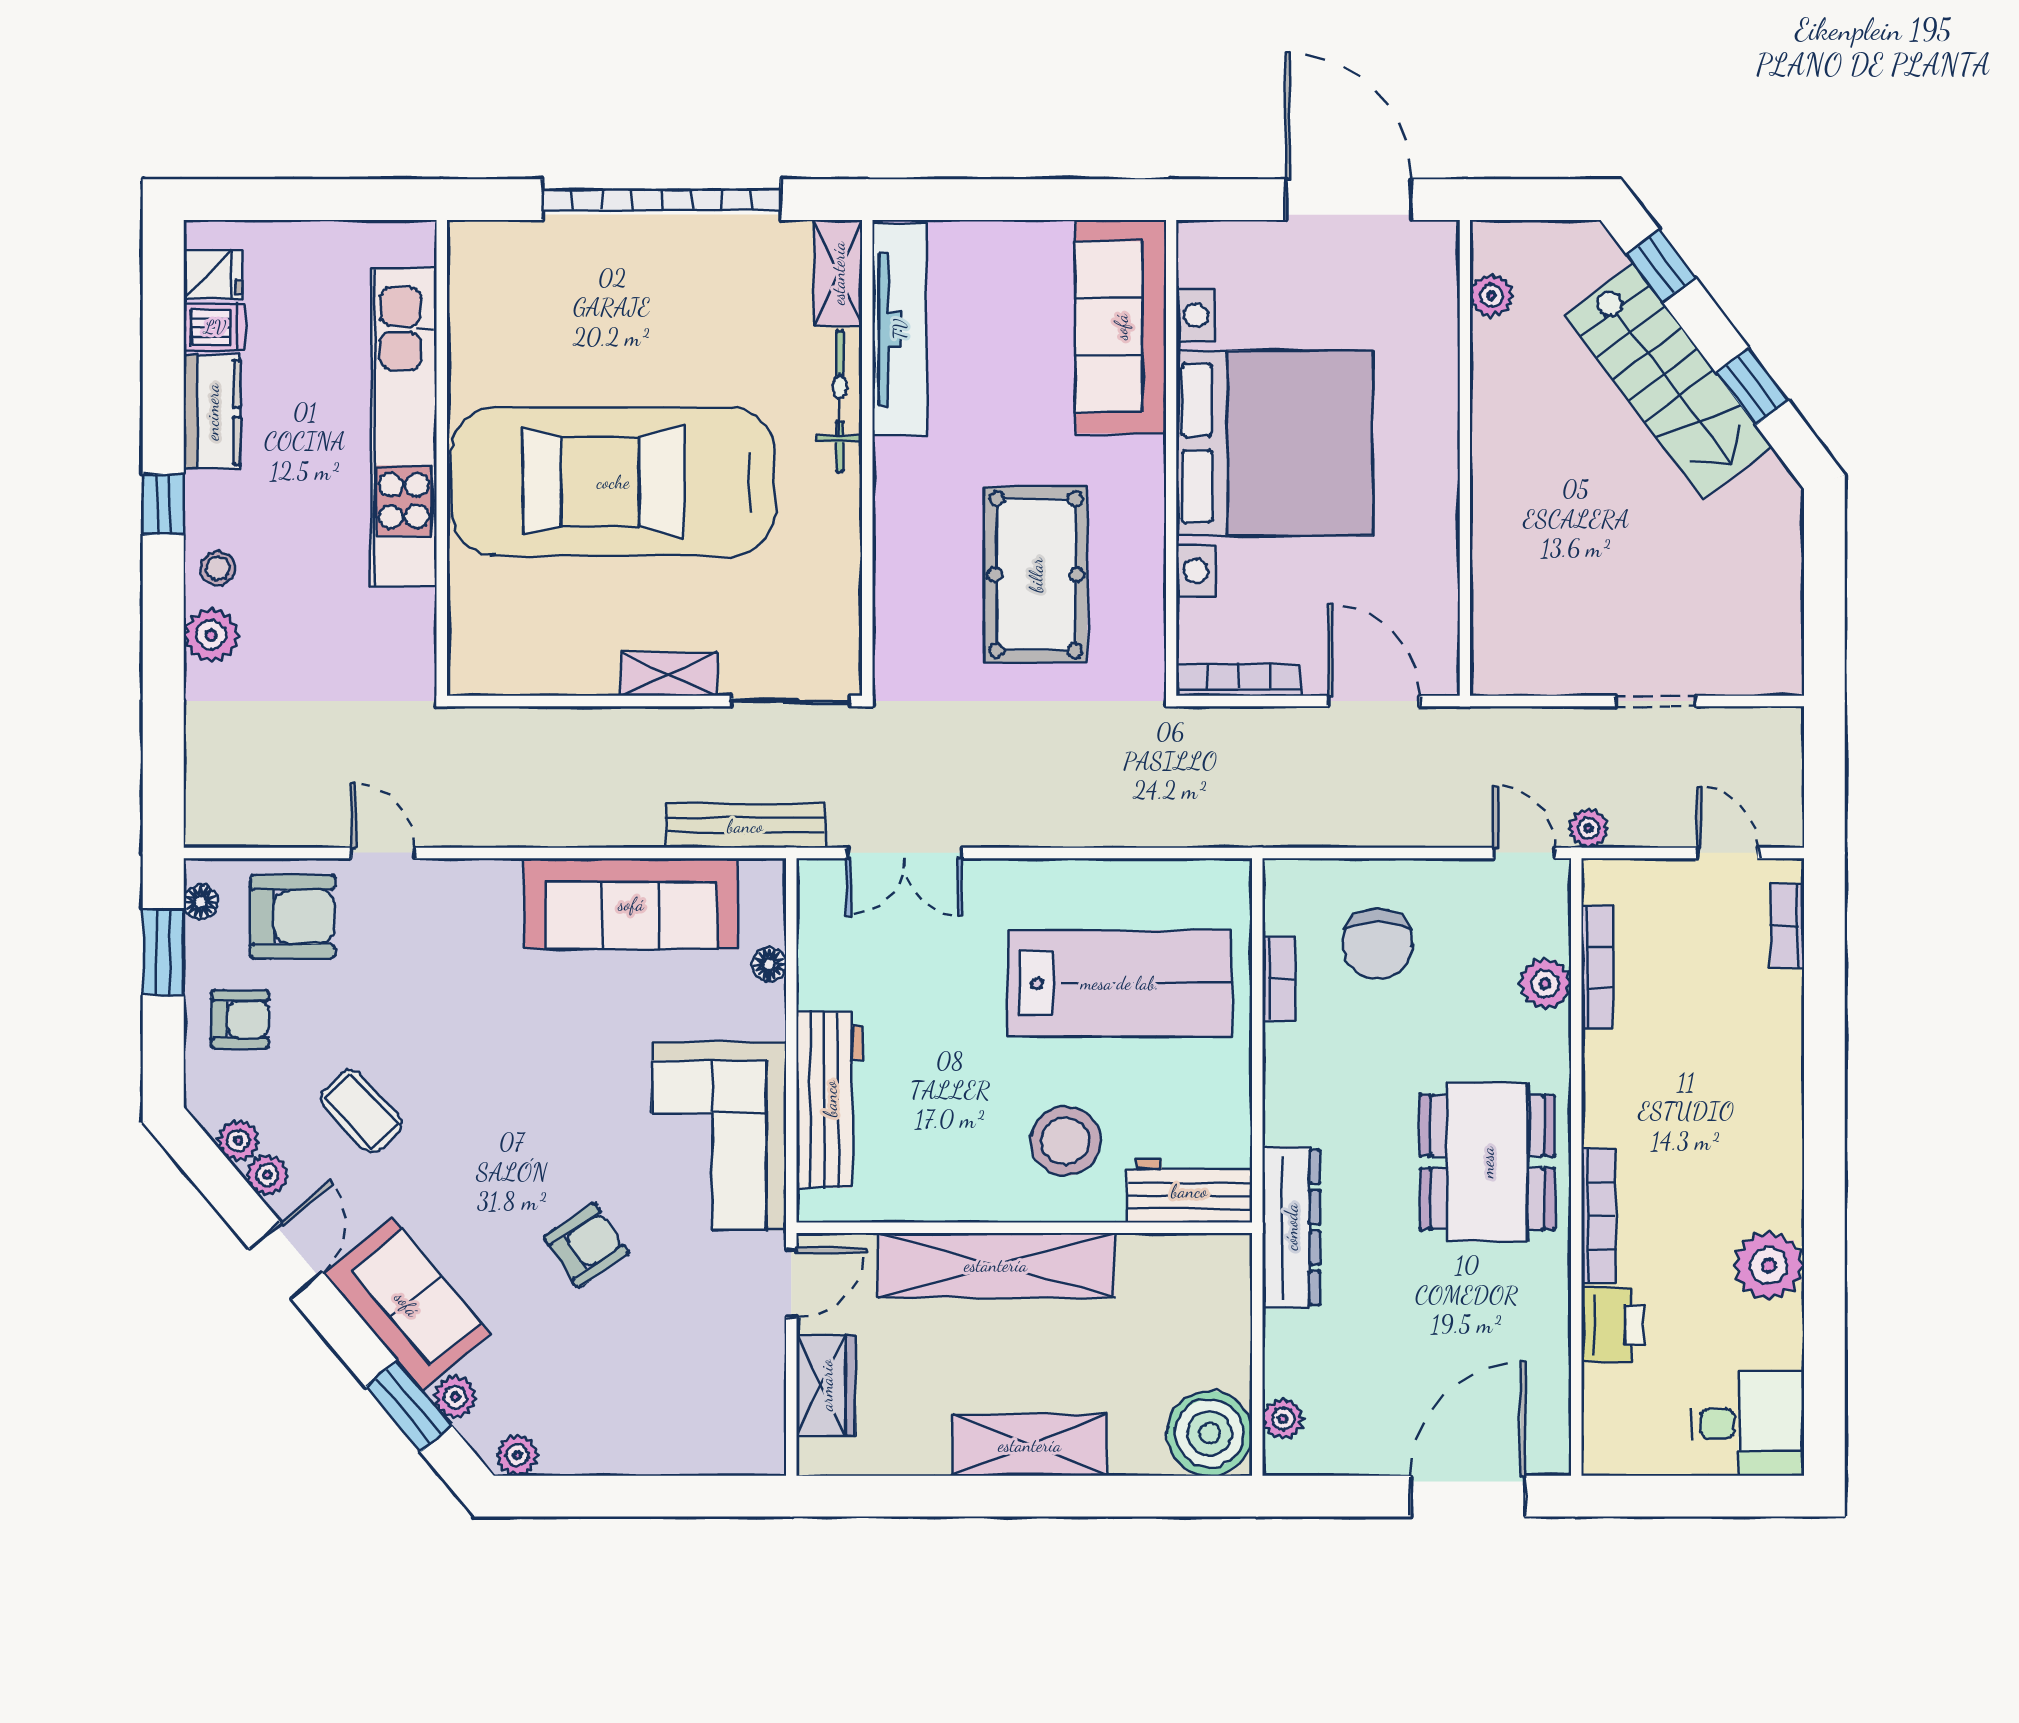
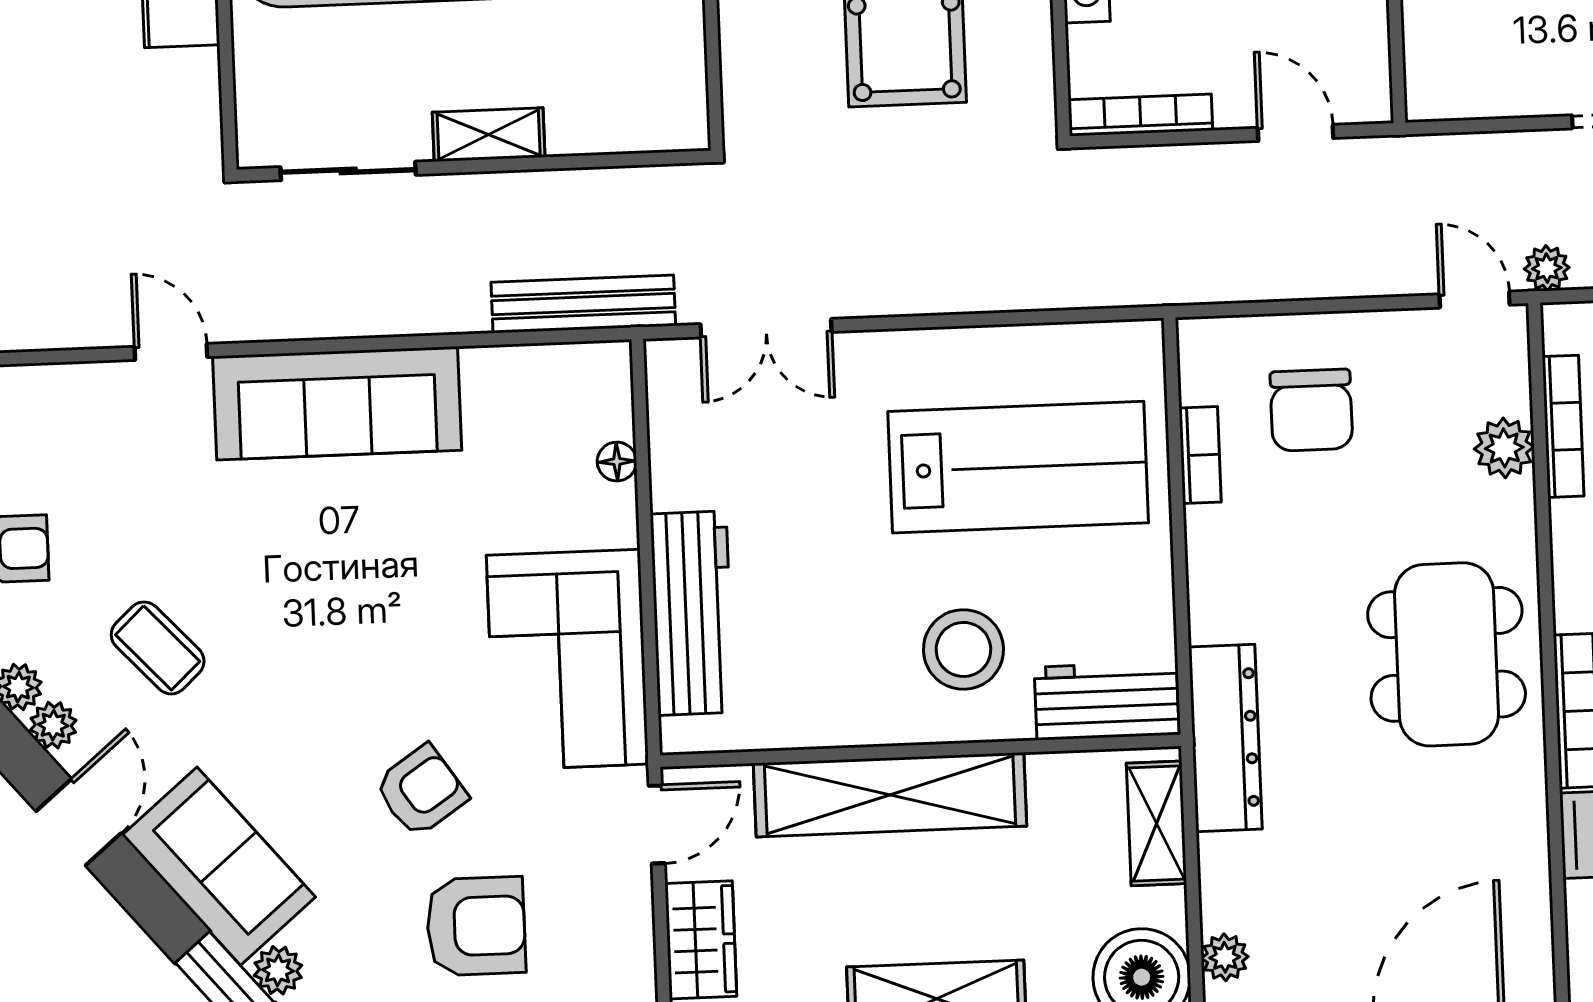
sliding door: (791, 701) -> (348, 171), moved
door: (1374, 701) -> (1296, 133), width x0.73
sofa: (631, 904) -> (337, 403), moved
armchair: (292, 917) -> (476, 926), moved
shelving: (1228, 1300) -> (1157, 823), added

